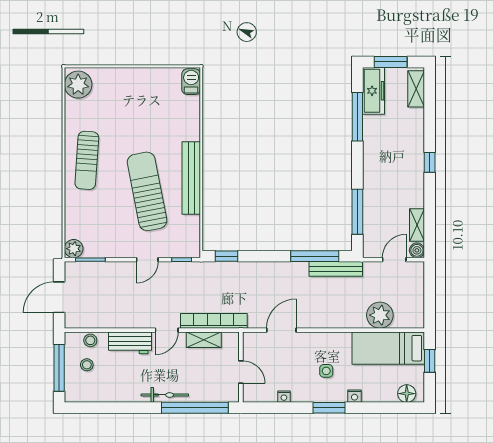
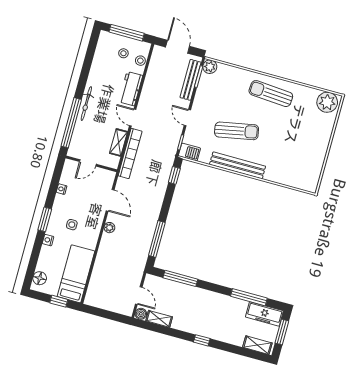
barbecue: (191, 82) -> (189, 152), moved
sun lounger: (147, 191) -> (237, 131), width x0.73, depth x0.75
bench: (336, 269) -> (191, 80), moved
plant: (380, 315) -> (109, 228), moved, width x0.53, depth x0.53

